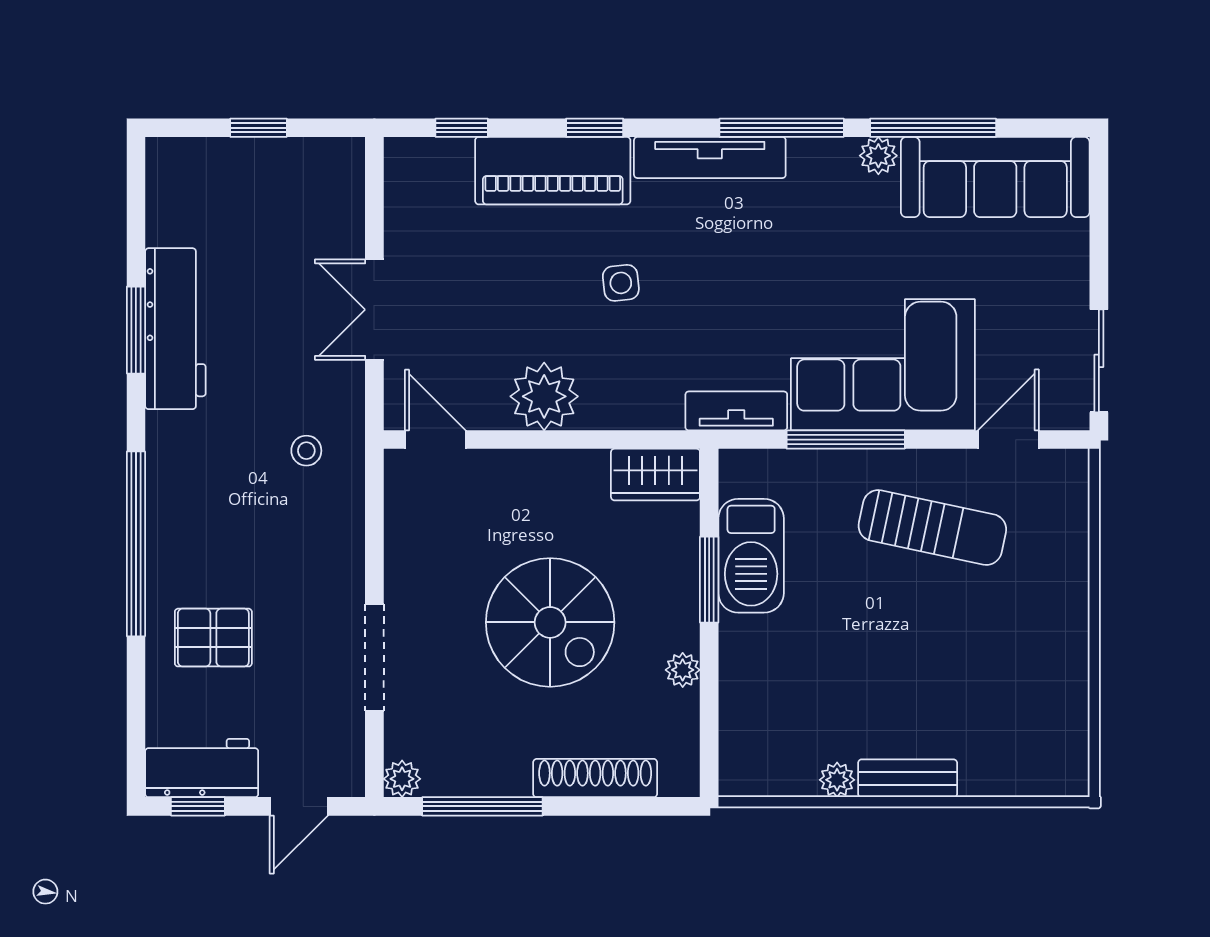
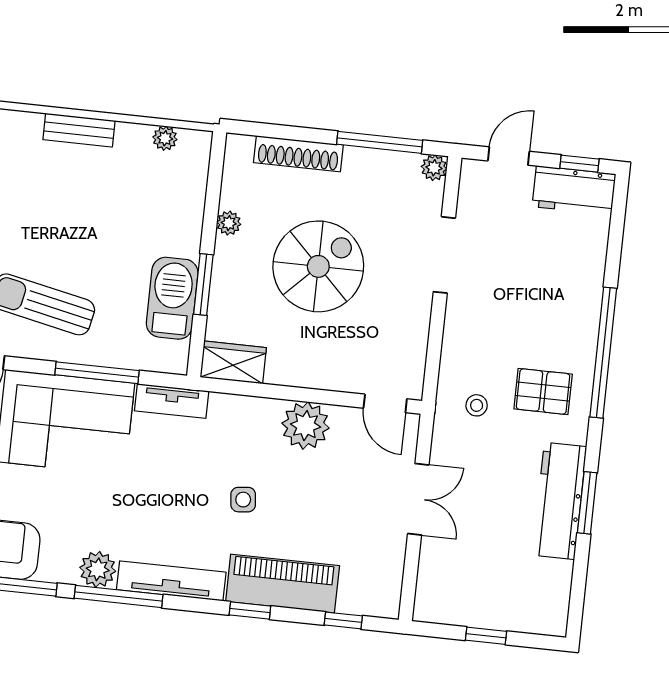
plant: (878, 156) -> (98, 569), moved, width x1.38, depth x1.38
spiral stairs: (550, 622) -> (318, 266), turned 90
pallet: (213, 638) -> (543, 391), moved
plant: (837, 780) -> (165, 138), moved

